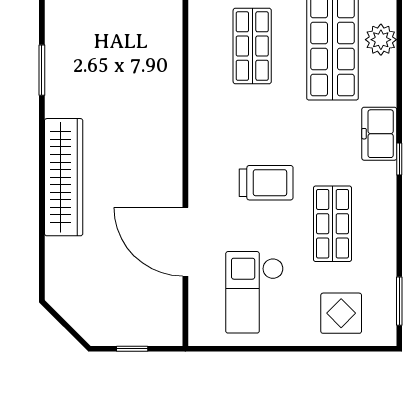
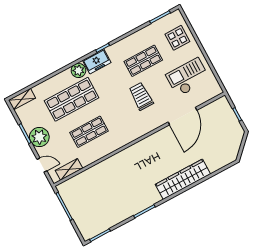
plant: (381, 40) -> (78, 70), moved
checkout: (255, 292) -> (188, 77), turned 180

